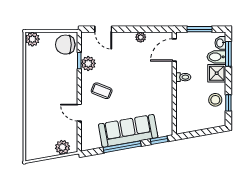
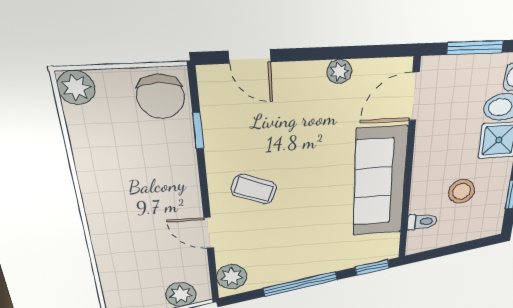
chair: (65, 45) -> (160, 97), turned -90
plant: (88, 63) -> (232, 277), moved
toilet: (183, 77) -> (422, 222), moved
stool: (215, 100) -> (462, 191), moved
sofa: (128, 131) -> (380, 182), moved, turned -80

